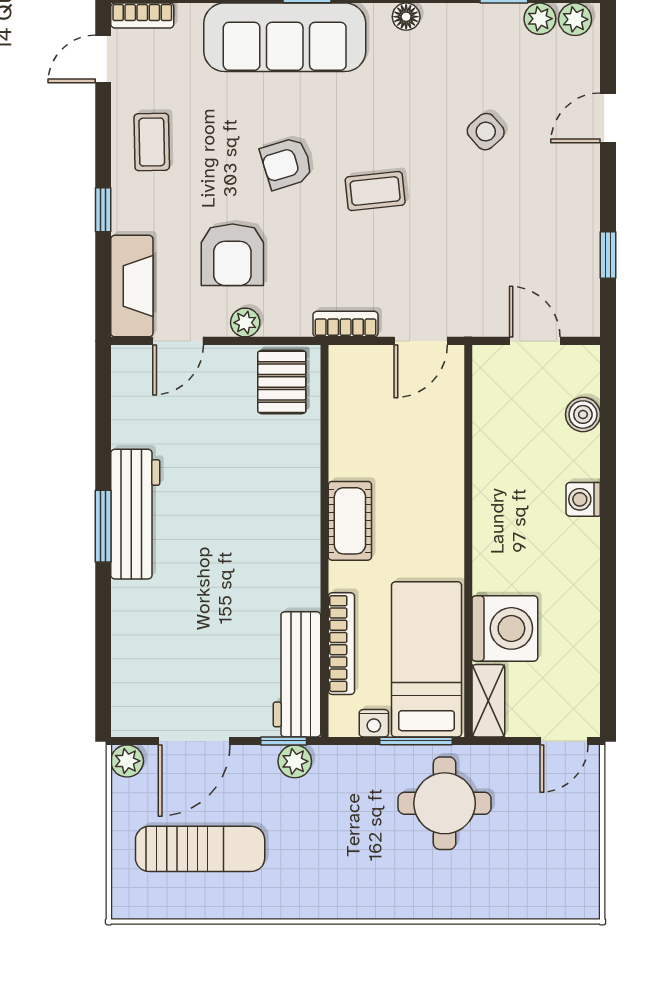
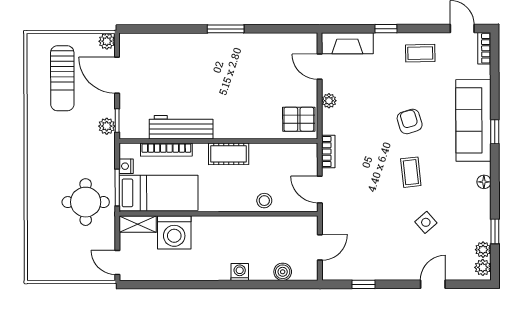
door: (608, 118) -> (433, 284), hinge flipped
coffee table: (375, 191) -> (411, 172), moved
armchair: (232, 255) -> (363, 94), removed
stool: (442, 451) -> (264, 201), added
workbench: (135, 514) -> (232, 45), removed
workbench: (297, 674) -> (181, 127), moved

